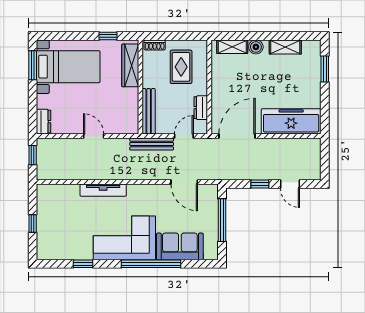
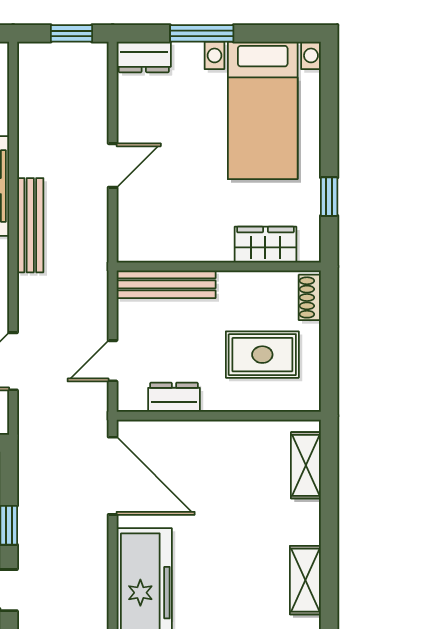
boiler: (256, 47) -> (305, 517), removed
window: (33, 65) -> (202, 33), moved
wardrobe: (130, 65) -> (265, 245), width x0.67
door: (184, 136) -> (113, 361), swing flipped
bench: (152, 144) -> (30, 225), moved

